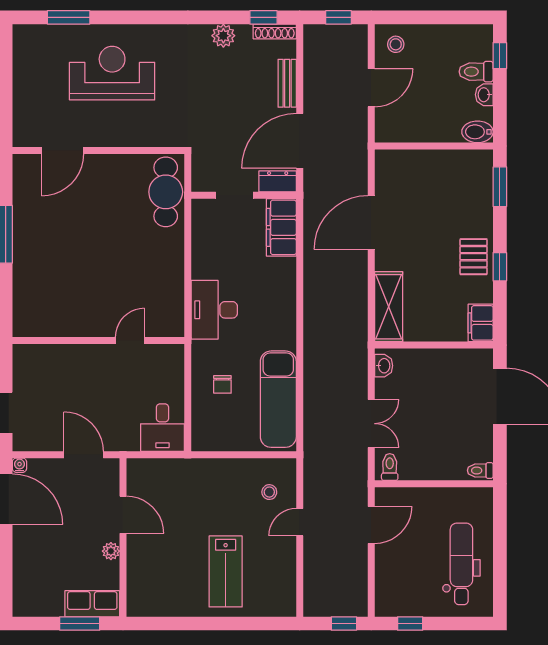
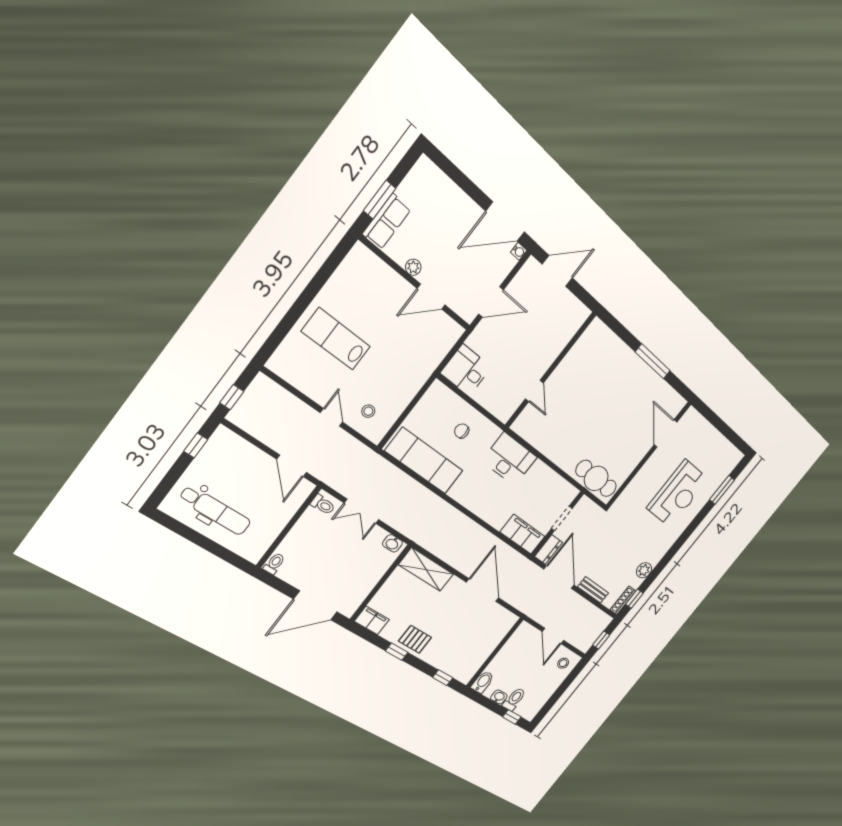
window: (500, 187) -> (443, 678), width x0.67

